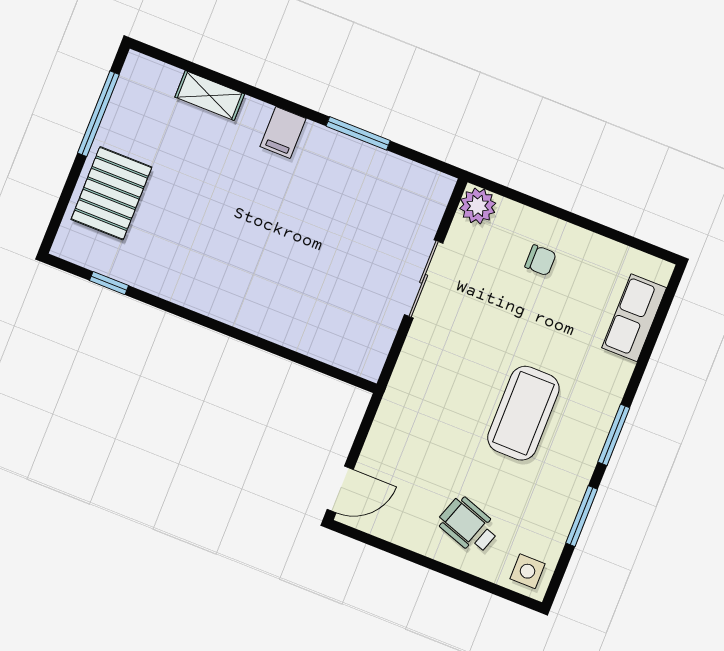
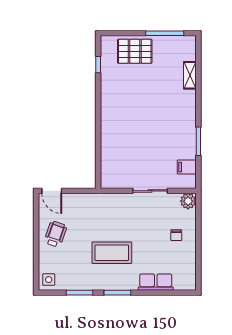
filing cabinet: (283, 132) -> (187, 167), moved
row of seats: (634, 318) -> (156, 282), moved
wheelchair: (468, 525) -> (55, 234), moved

